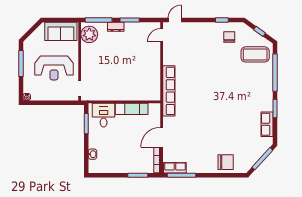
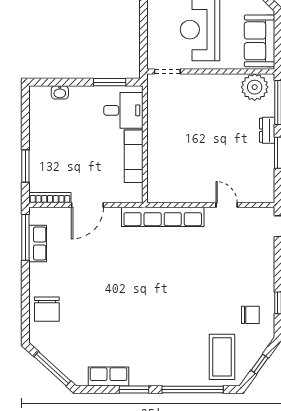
door: (162, 35) -> (227, 205), moved
door: (162, 137) -> (87, 205), swing flipped
row of seats: (175, 168) -> (38, 244), moved

